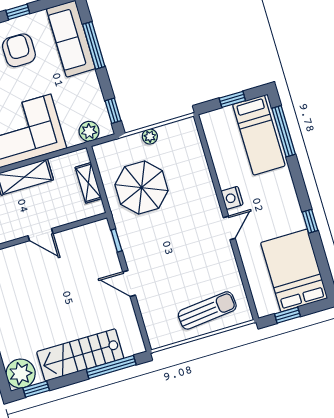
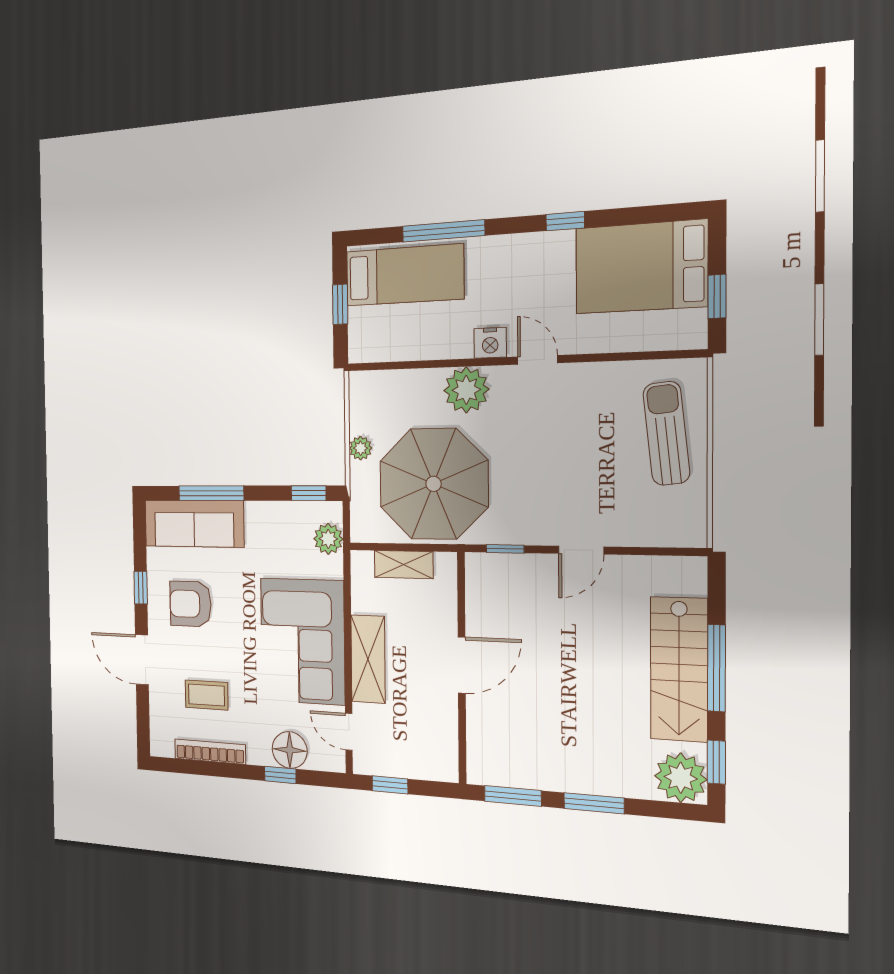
window: (284, 131) -> (443, 231), moved
parasol: (142, 188) -> (434, 484), width x1.36, depth x1.36
plant: (202, 192) -> (466, 390), added
door: (40, 235) -> (462, 665), width x1.37
window: (111, 367) -> (716, 668), moved

